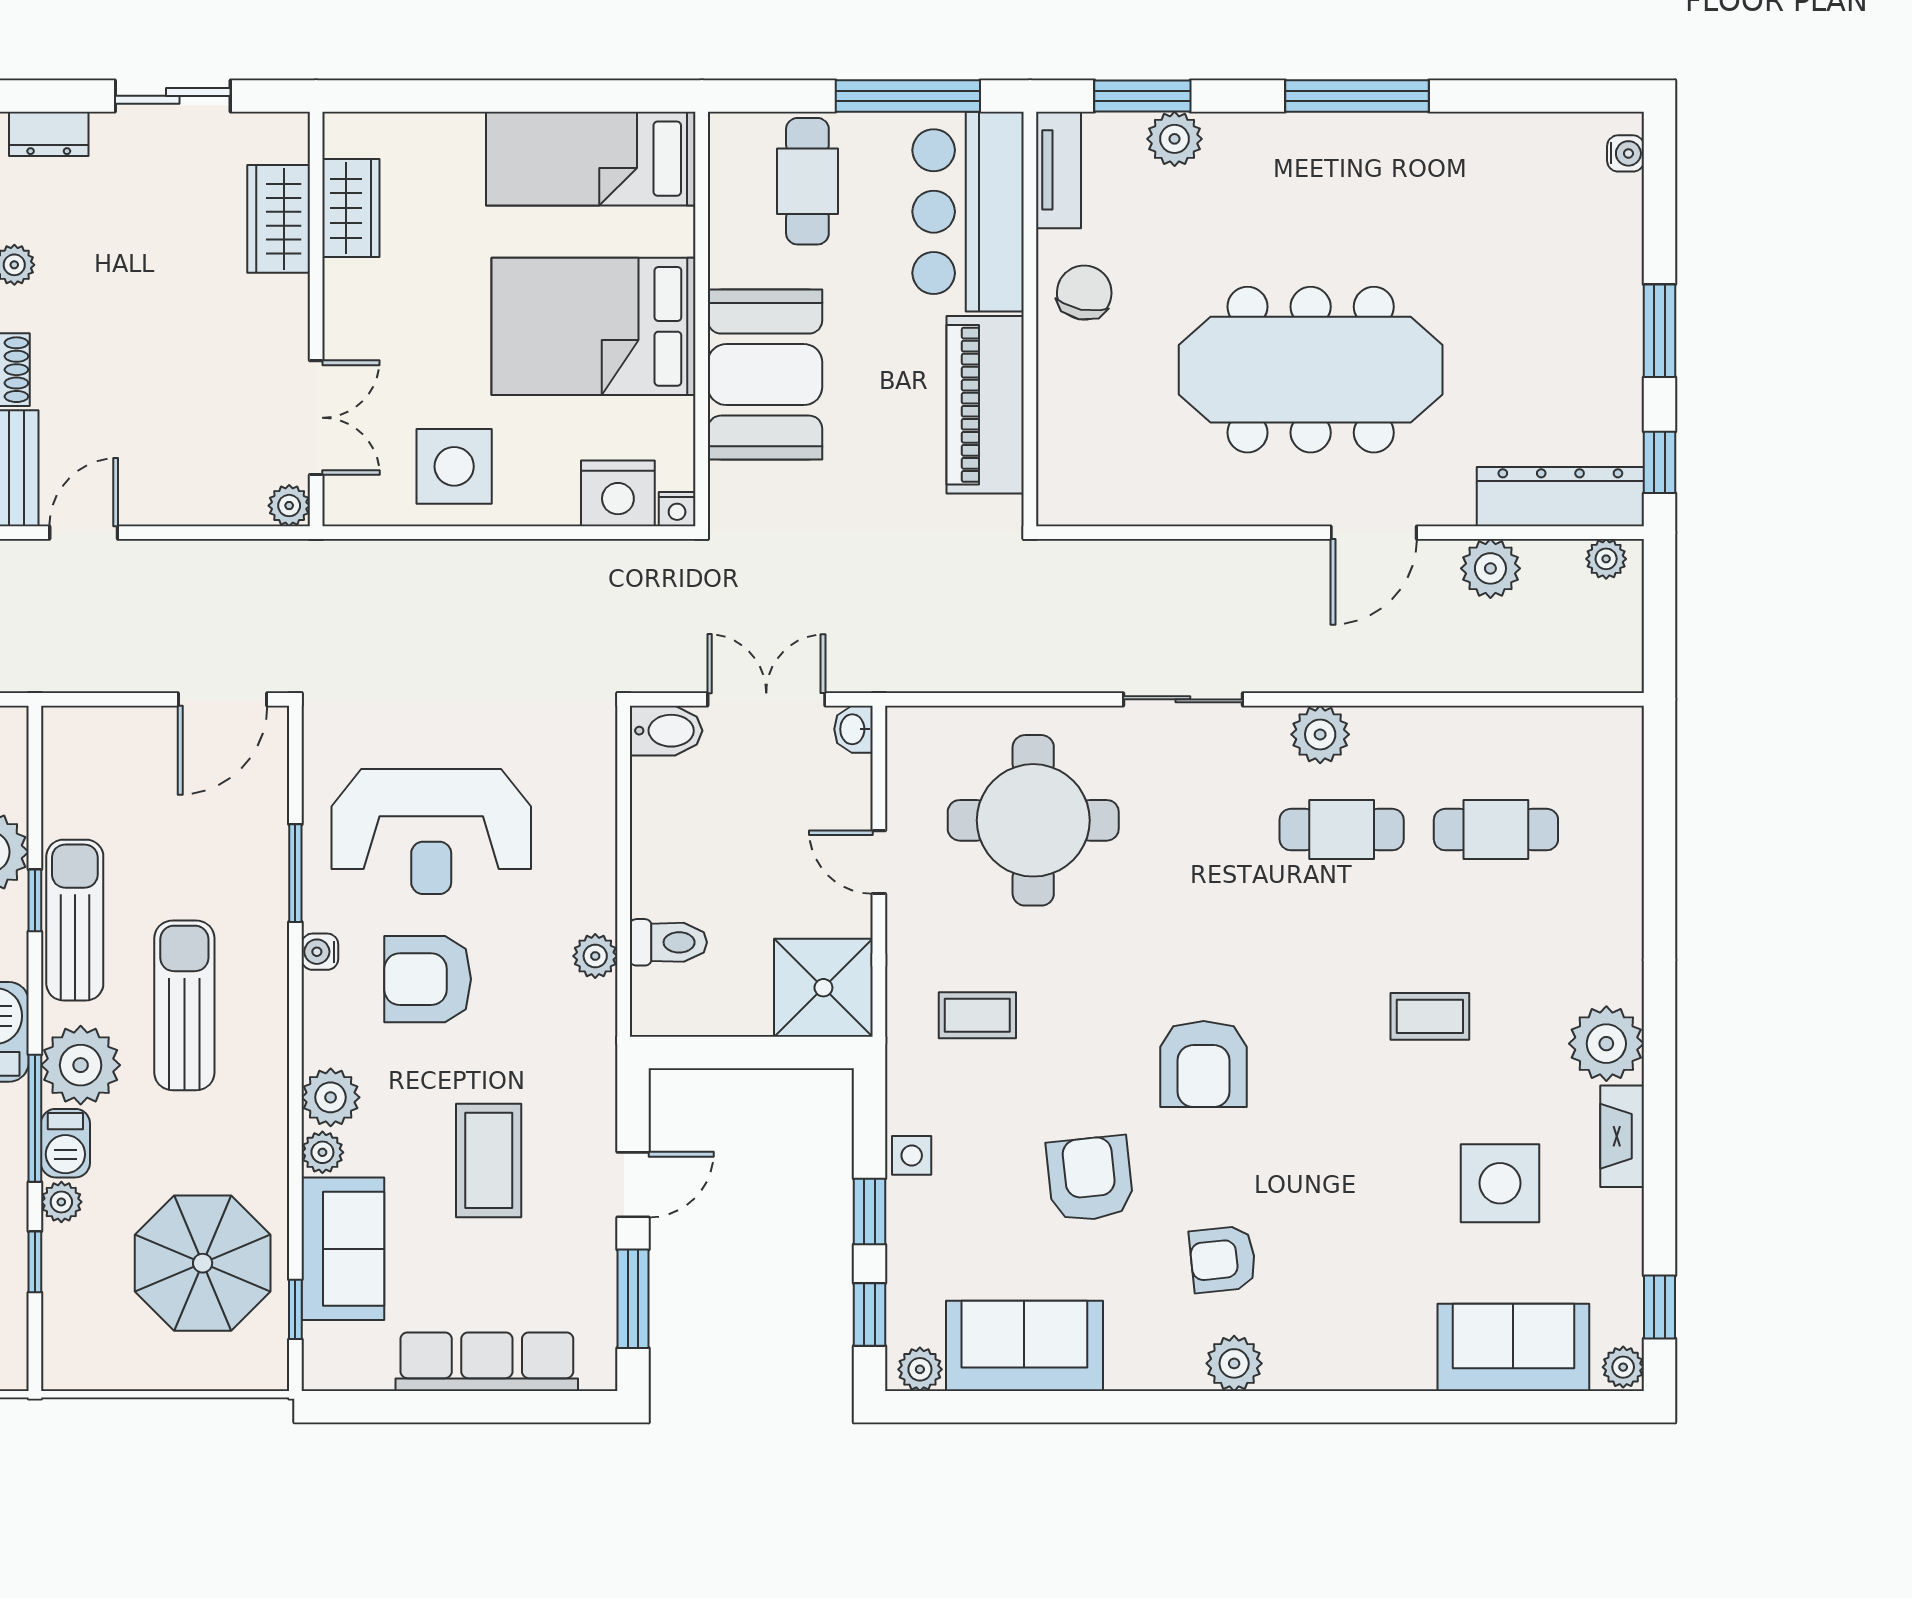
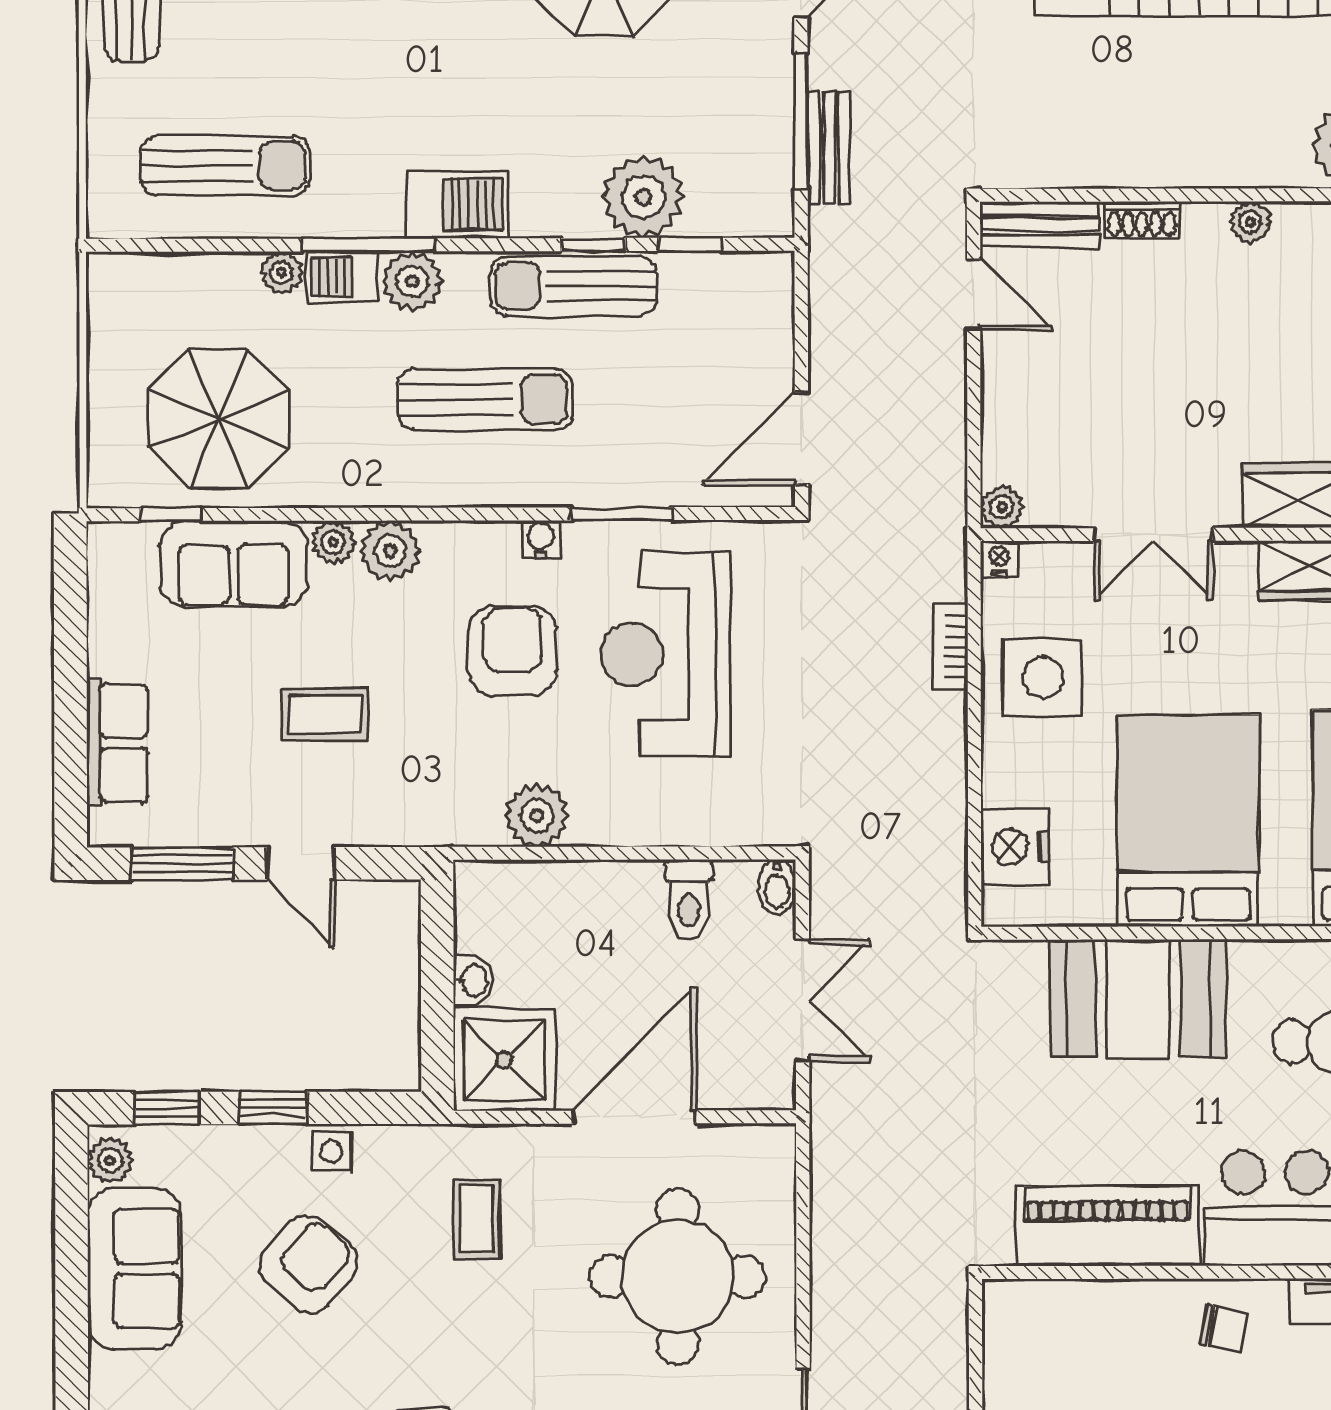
chair: (1084, 293) -> (1223, 1328), width x0.73, depth x0.73
double door: (316, 418) -> (1153, 534), moved
nightstand: (677, 509) -> (999, 559), moved, turned 90
bookcase: (424, 555) -> (951, 647), added
door: (223, 699) -> (801, 438), hinge flipped
washbasin: (853, 729) -> (473, 980), moved, turned 90
bidet: (666, 731) -> (777, 887), width x0.72, depth x0.74
door: (879, 862) -> (634, 1117), width x1.88
sun lounger: (75, 920) -> (573, 286), turned 180
toilet: (668, 942) -> (689, 899), moved
plant: (595, 956) -> (537, 815), width x1.38, depth x1.38
plant: (81, 1065) -> (412, 281), width x0.73, depth x0.73
coffee table: (489, 1160) -> (325, 714), width x0.73, depth x0.77
armchair: (1090, 1179) -> (309, 1264), moved, turned -43
window: (35, 1262) -> (690, 244), moved
row of seats: (487, 1362) -> (117, 743), width x0.68

